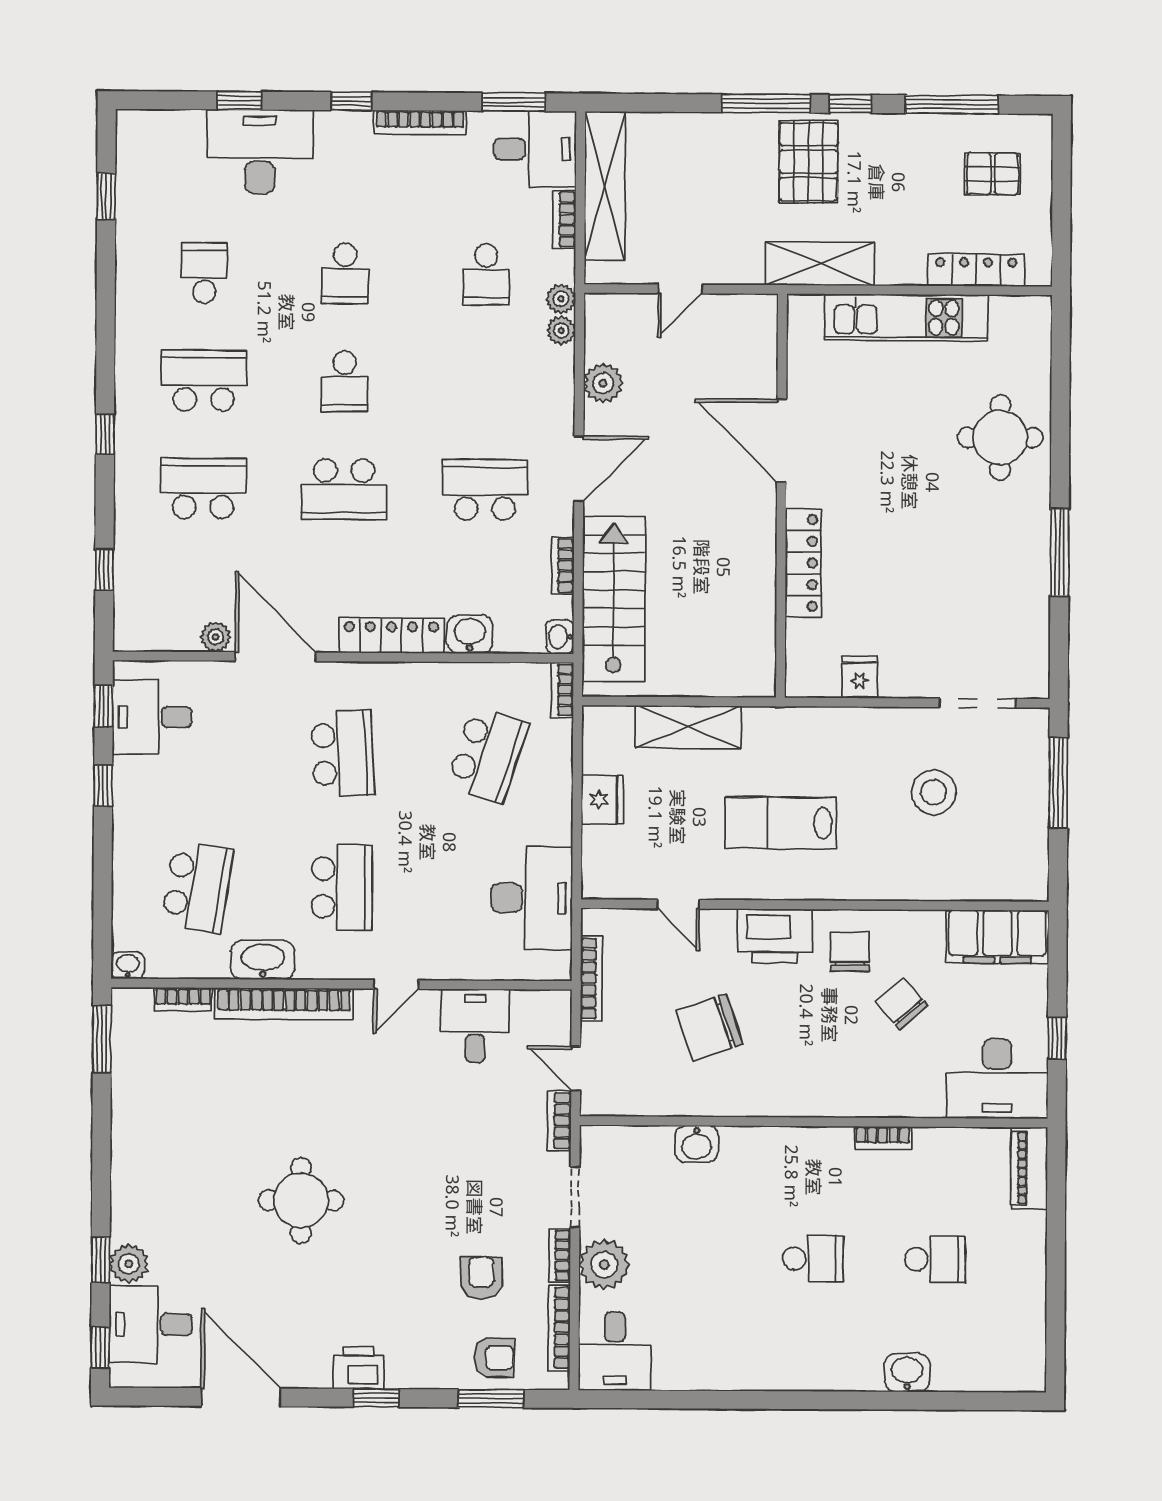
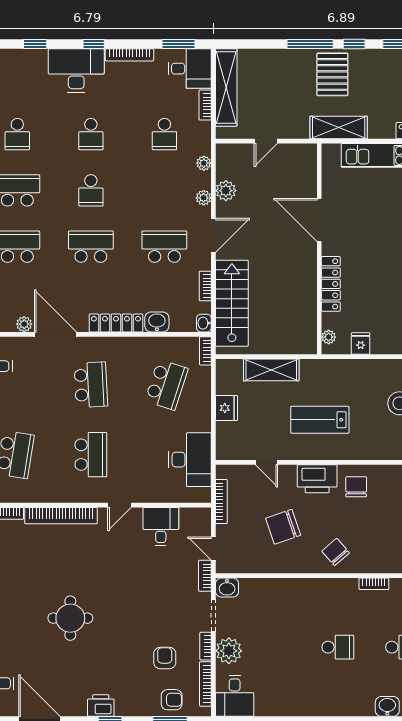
desk: (260, 151) -> (76, 71), moved
school desk: (204, 273) -> (17, 134), turned 180
plant: (561, 299) -> (204, 198), moved
school desk: (344, 489) -> (91, 247), turned 180
plant: (798, 665) -> (329, 337), added
washbasin: (263, 960) -> (50, 493), removed
chair: (902, 1004) -> (336, 552), moved
washbasin: (697, 1144) -> (227, 588), moved

